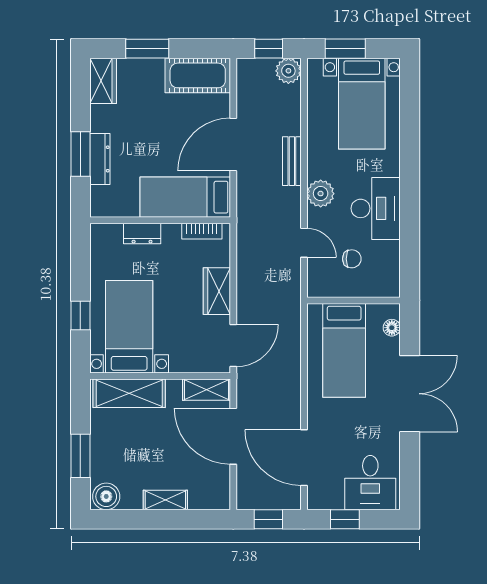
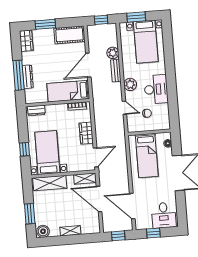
plant: (288, 71) -> (113, 53), moved
window: (80, 154) -> (19, 75), width x1.44
dresser: (142, 233) -> (36, 110), moved

